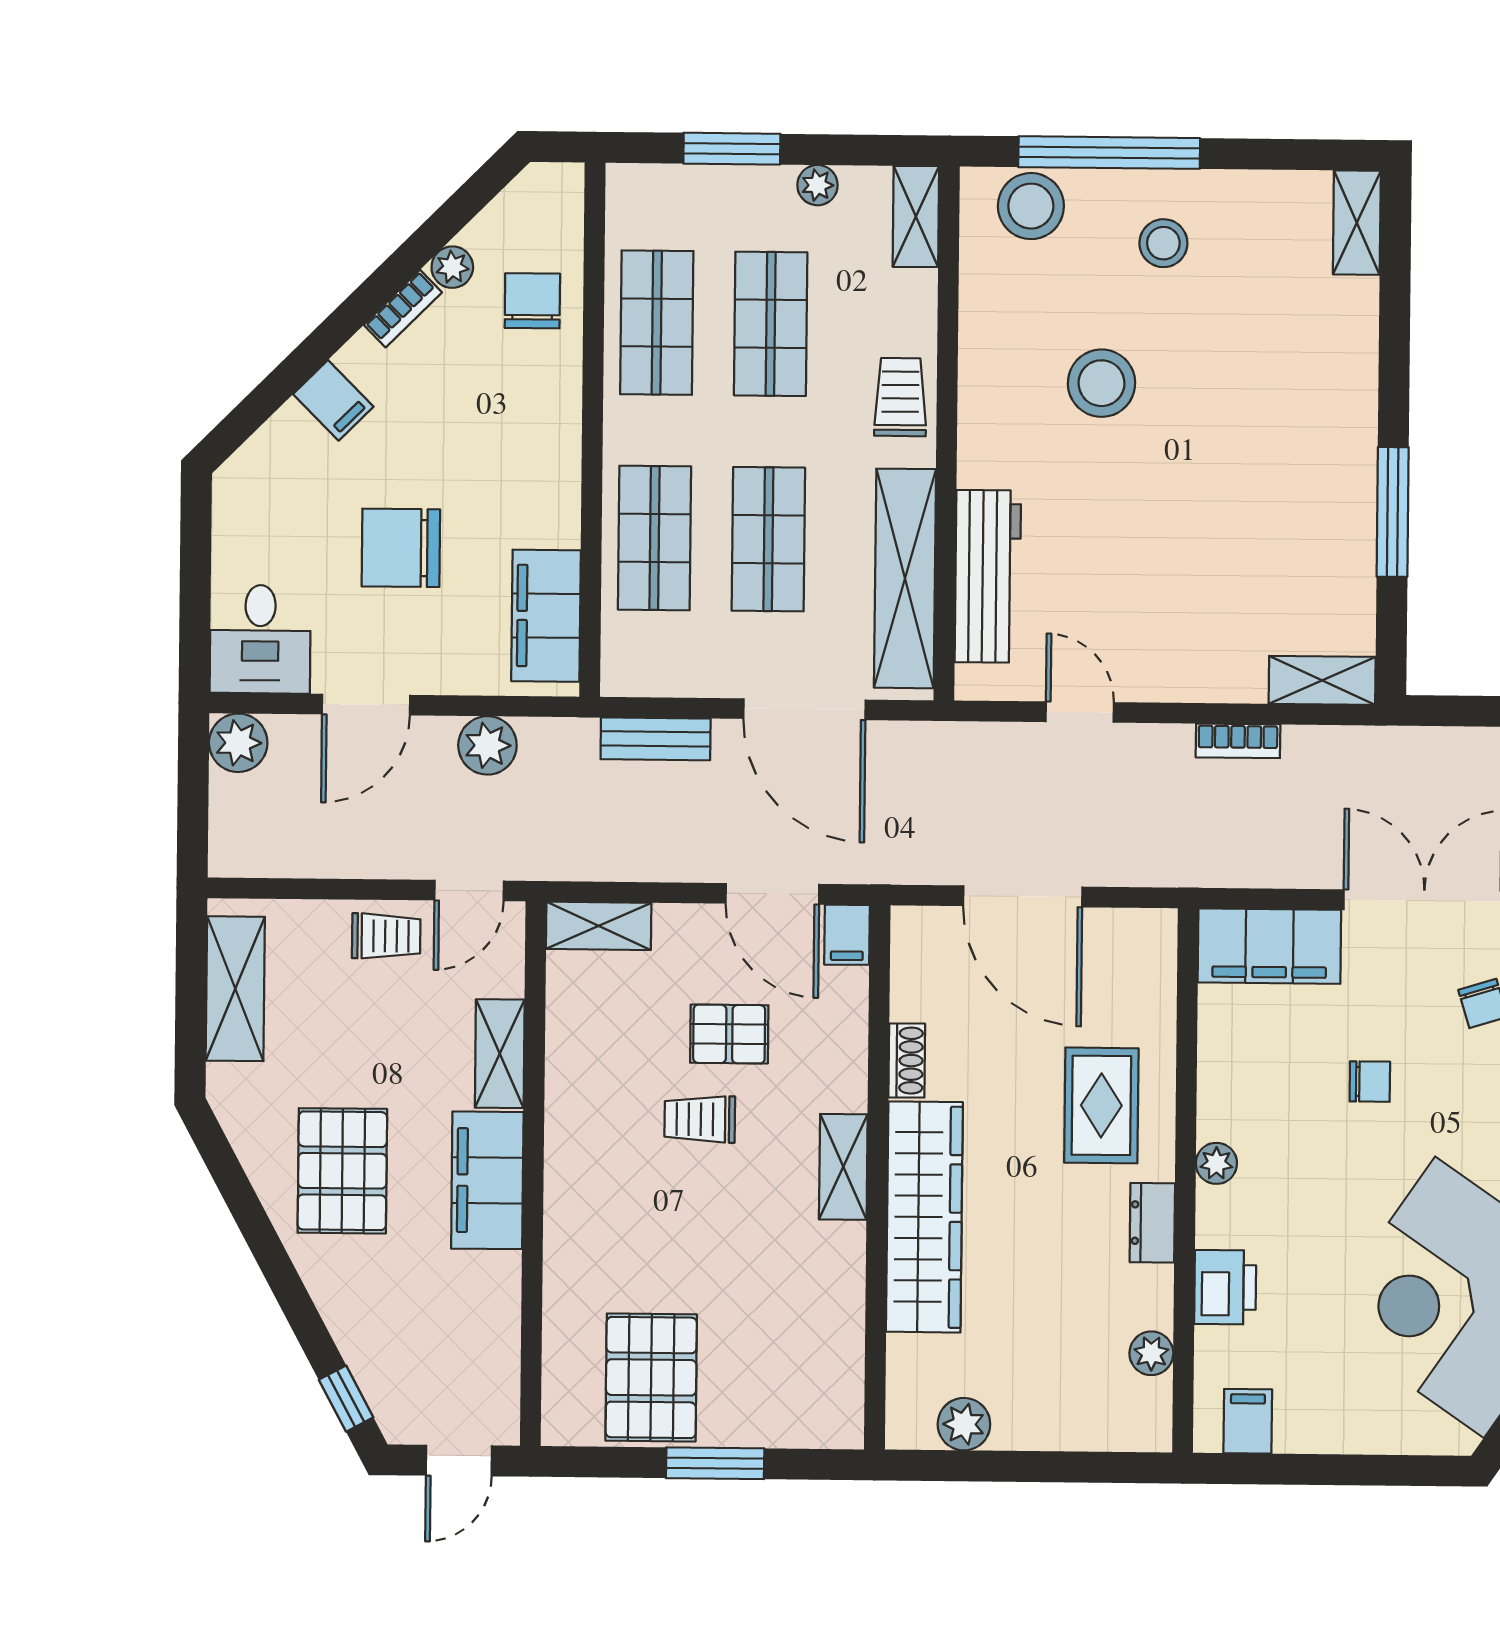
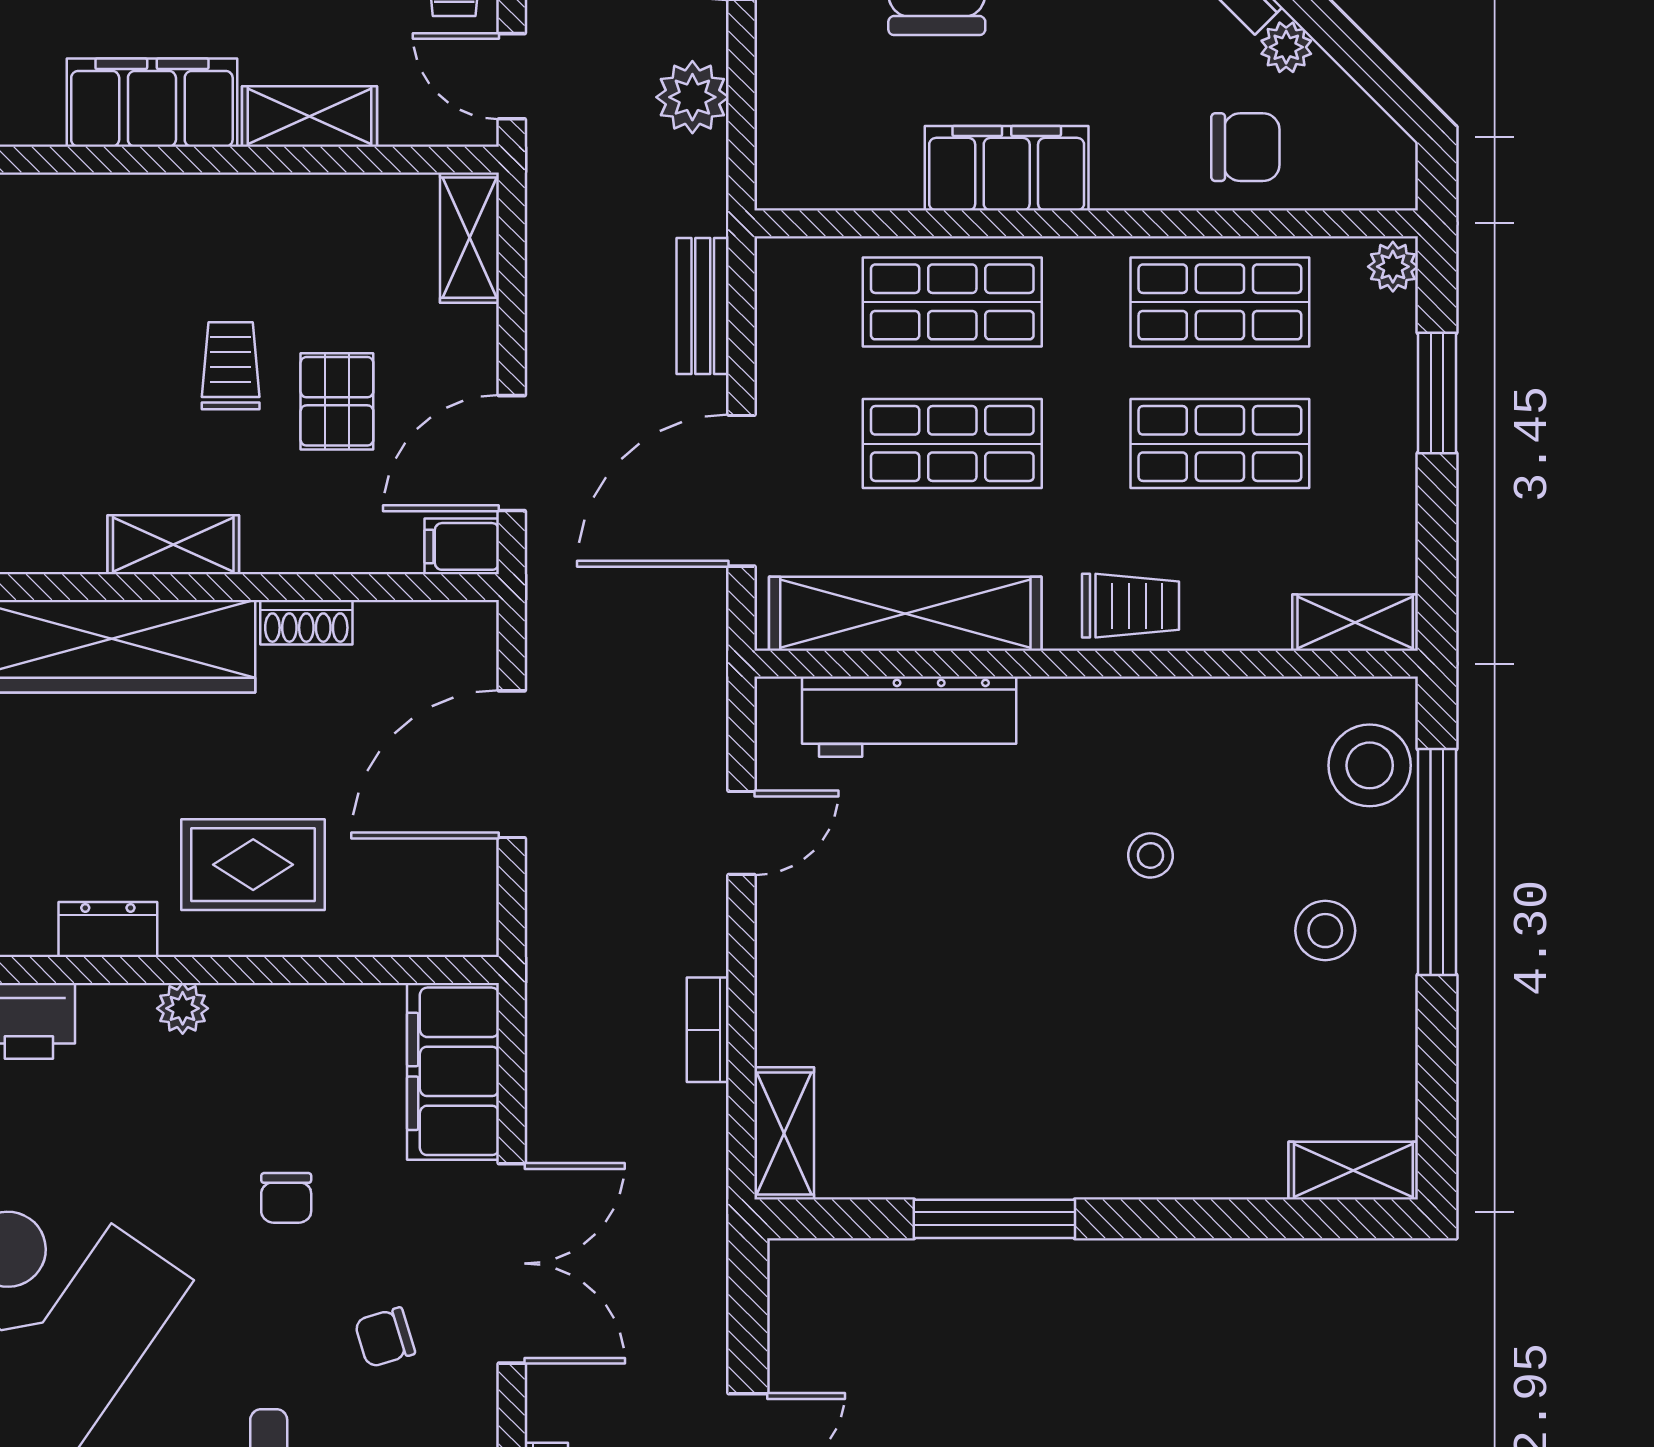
plant: (817, 185) -> (1393, 267), moved
stool: (1102, 383) -> (1150, 855), width x0.53, depth x0.53
filing cabinet: (546, 616) -> (1007, 168), moved

